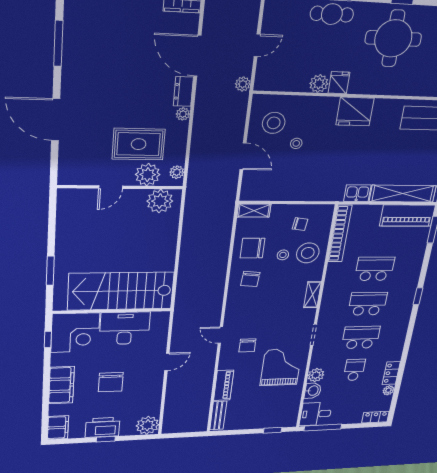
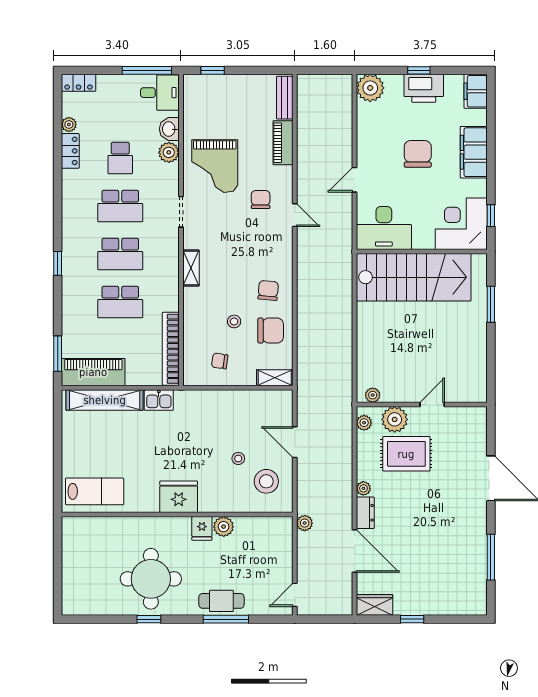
door: (257, 45) -> (295, 595), moved
plant: (160, 201) -> (373, 395), width x0.53, depth x0.53
stool: (308, 253) -> (205, 324), removed
desk: (125, 328) -> (384, 228), moved

